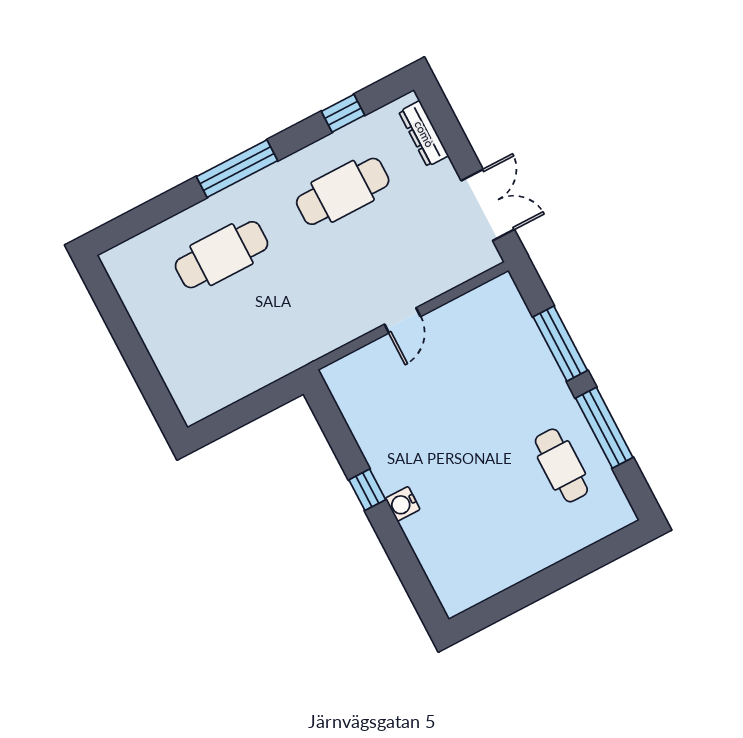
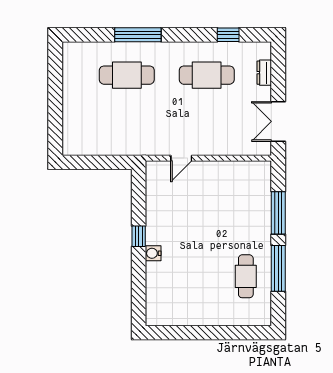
dresser: (424, 134) -> (264, 73), width x0.70
window: (237, 169) -> (138, 35), moved
double door: (488, 205) -> (278, 121), swing flipped
door: (402, 320) -> (181, 158), moved

